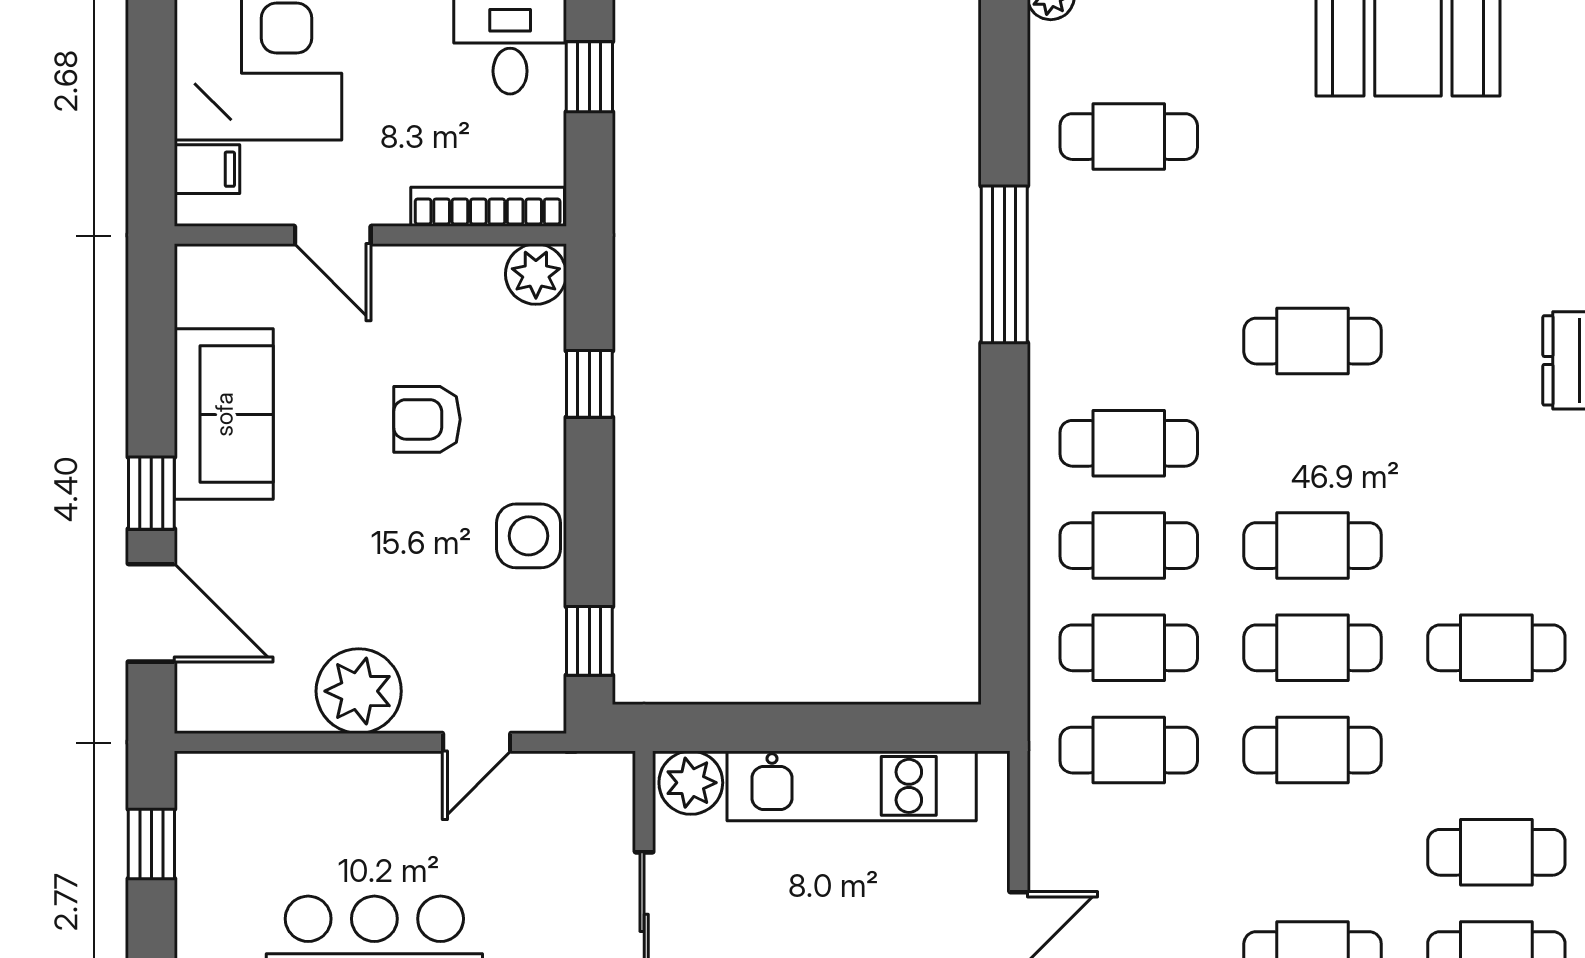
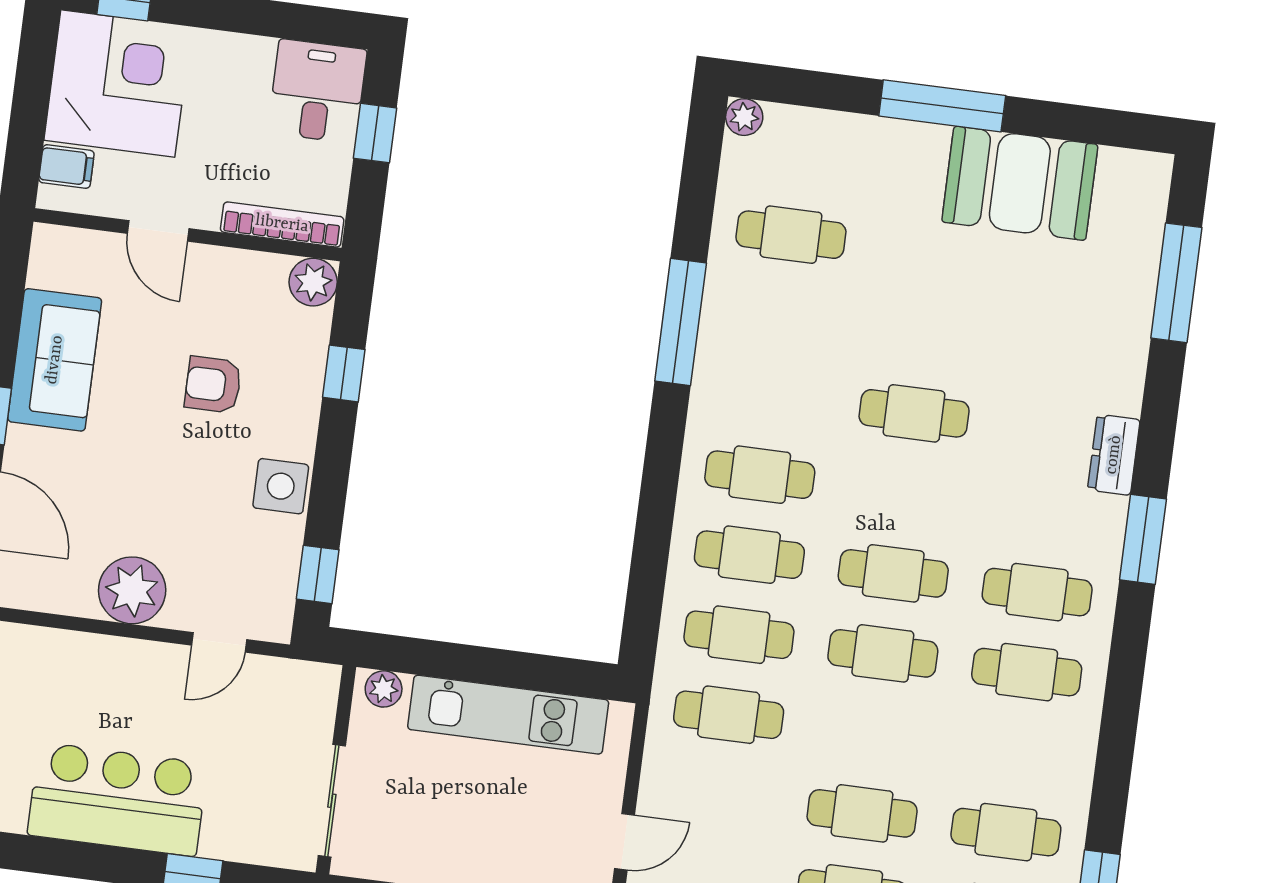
cafe table: (1496, 546) -> (1037, 592), added
cafe table: (1313, 750) -> (862, 813), moved
plant: (691, 783) -> (384, 689), width x0.73, depth x0.73

